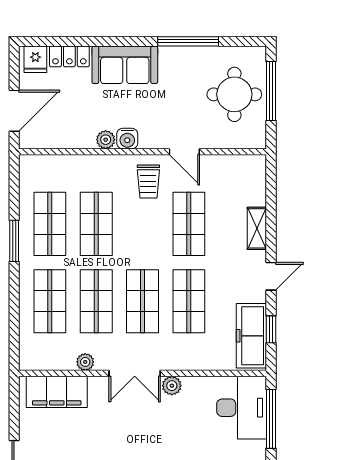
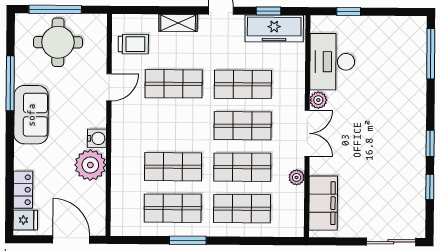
sofa: (125, 65) -> (31, 115), moved
plant: (106, 140) -> (90, 165), width x1.88, depth x1.88
trolley: (148, 182) -> (133, 44), moved
desk: (242, 408) -> (332, 62), moved, turned -90
window: (271, 419) -> (349, 11), width x0.46

